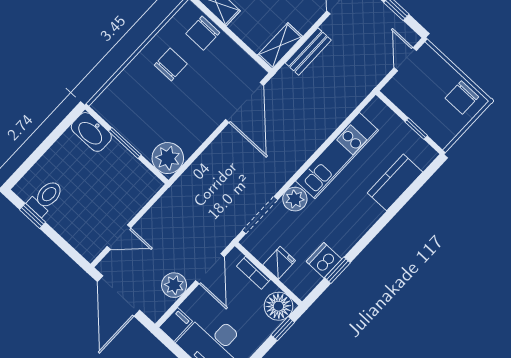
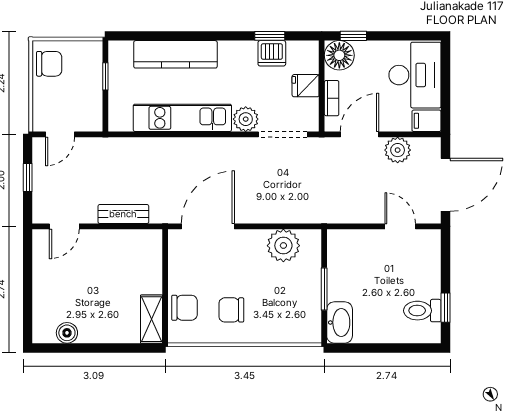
shelving: (280, 46) -> (139, 240), removed
plant: (168, 158) -> (283, 246), moved
kitchen counter: (395, 182) -> (175, 54), width x1.50

